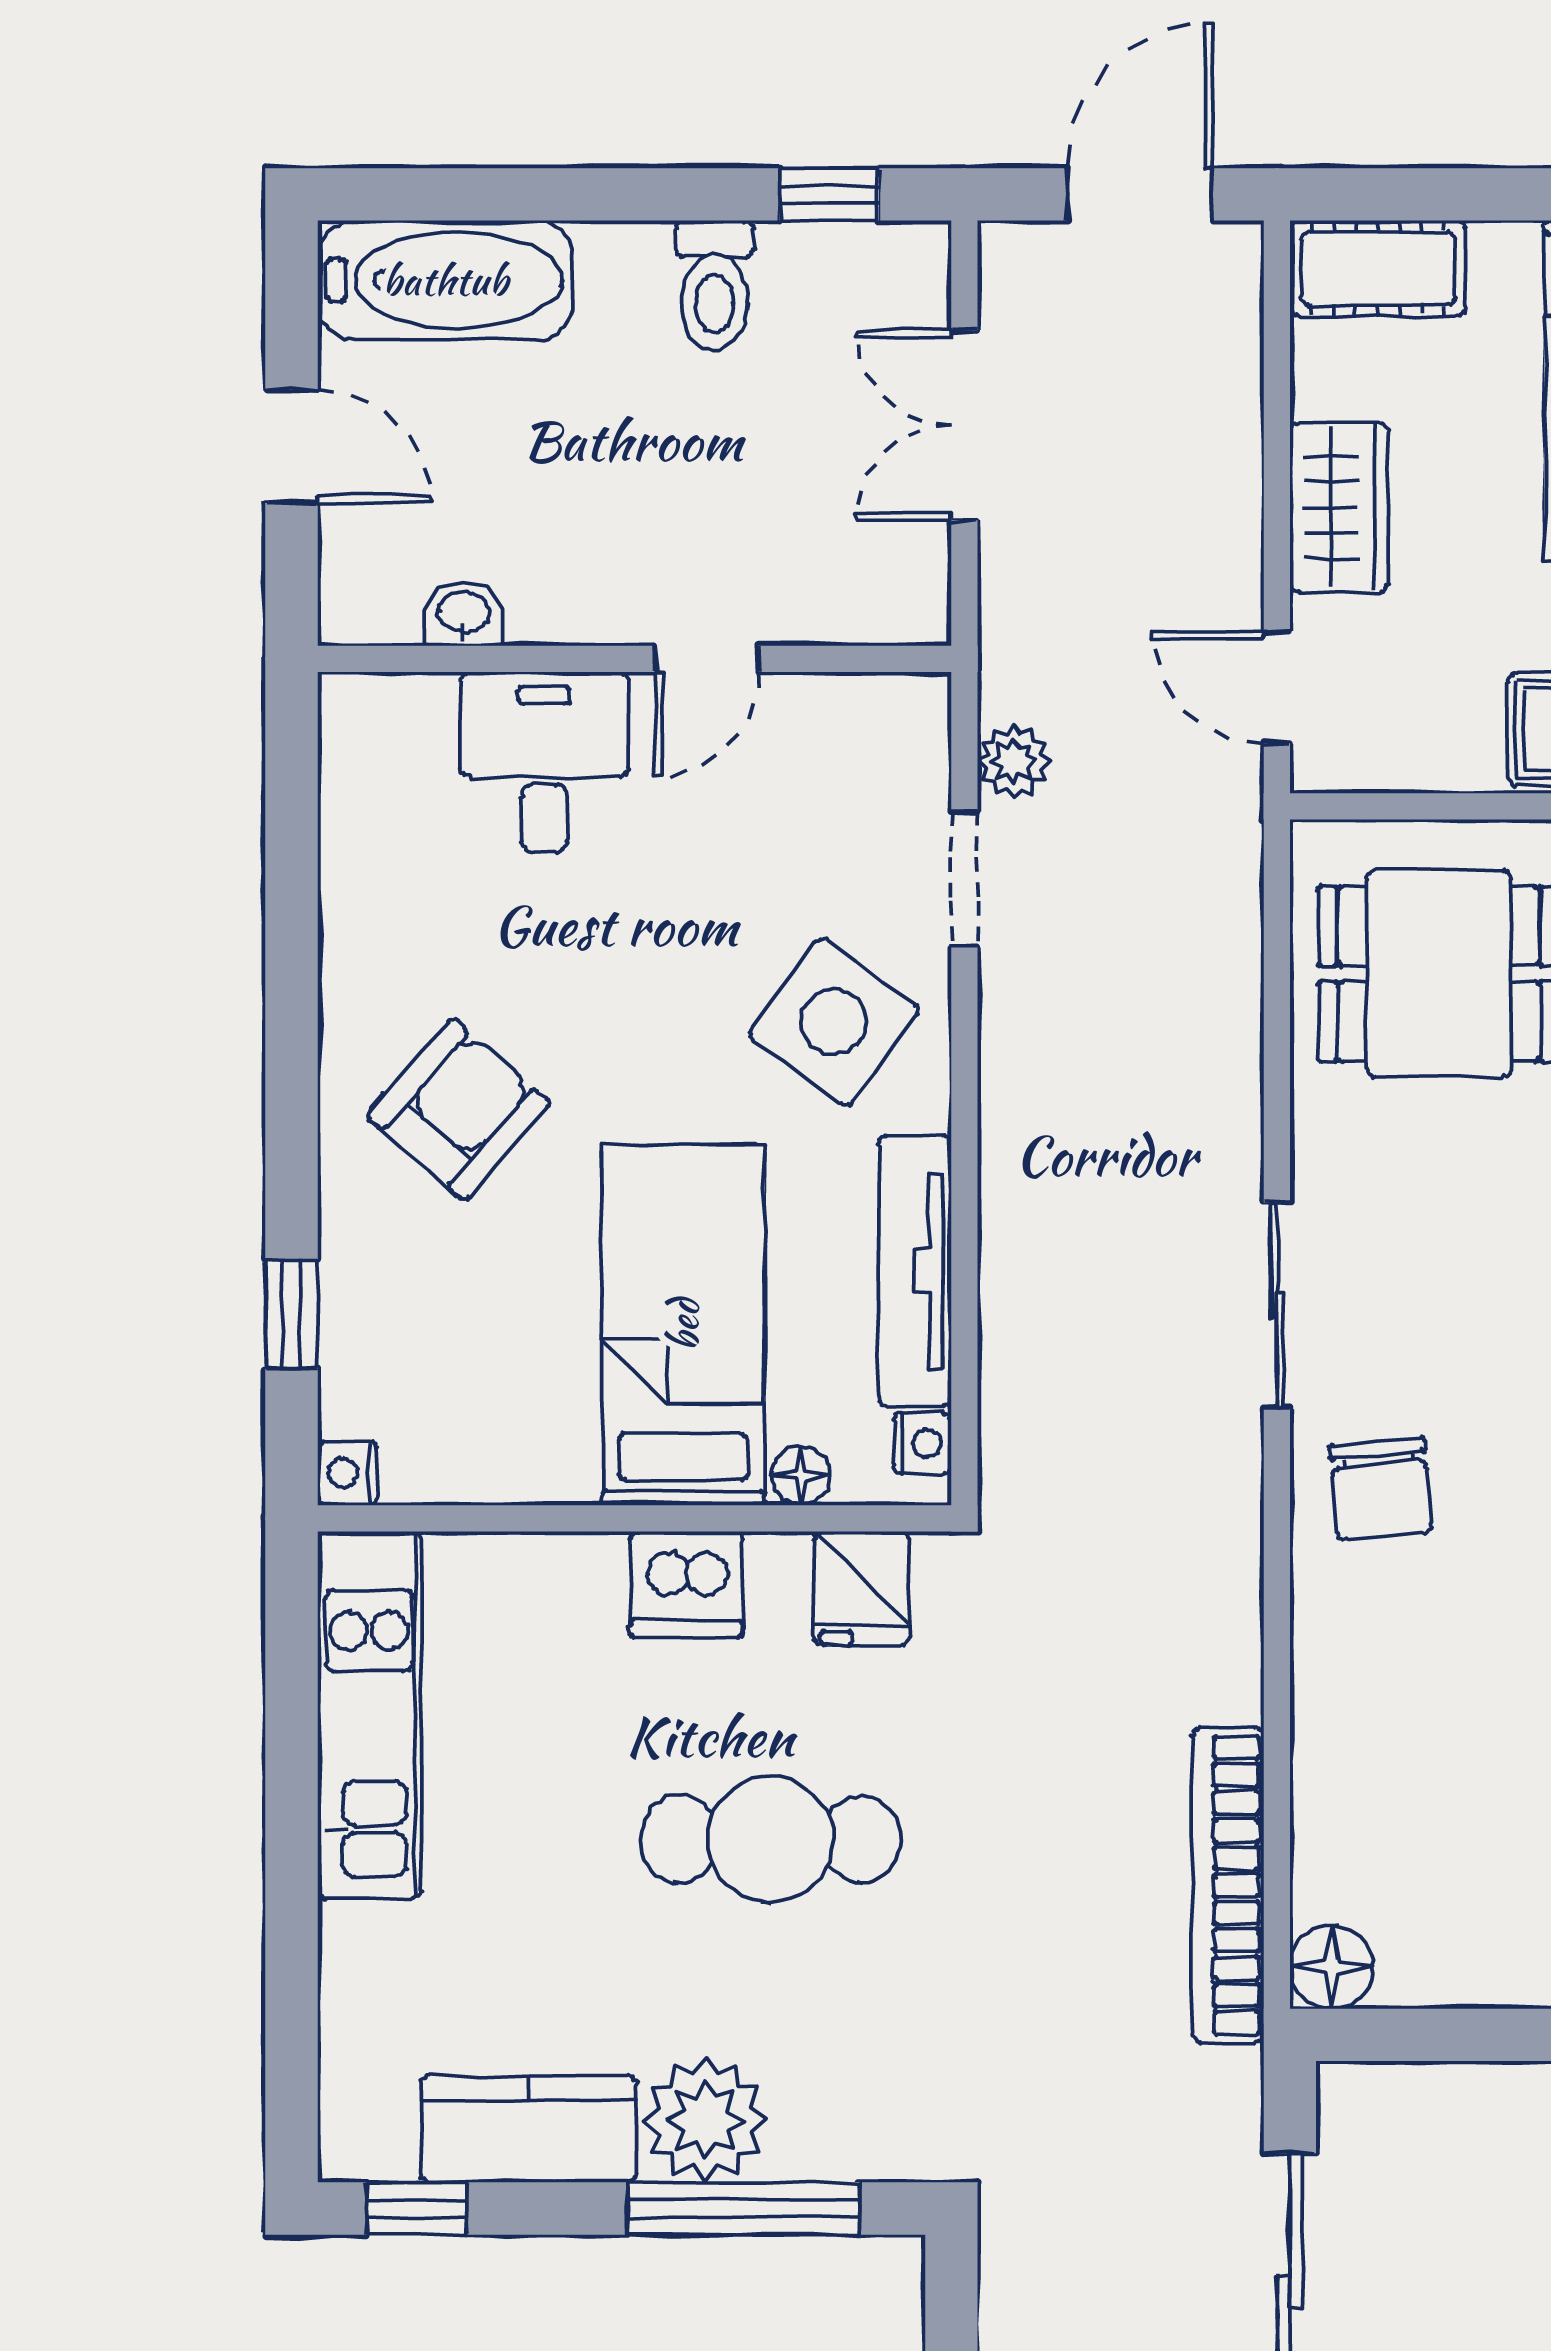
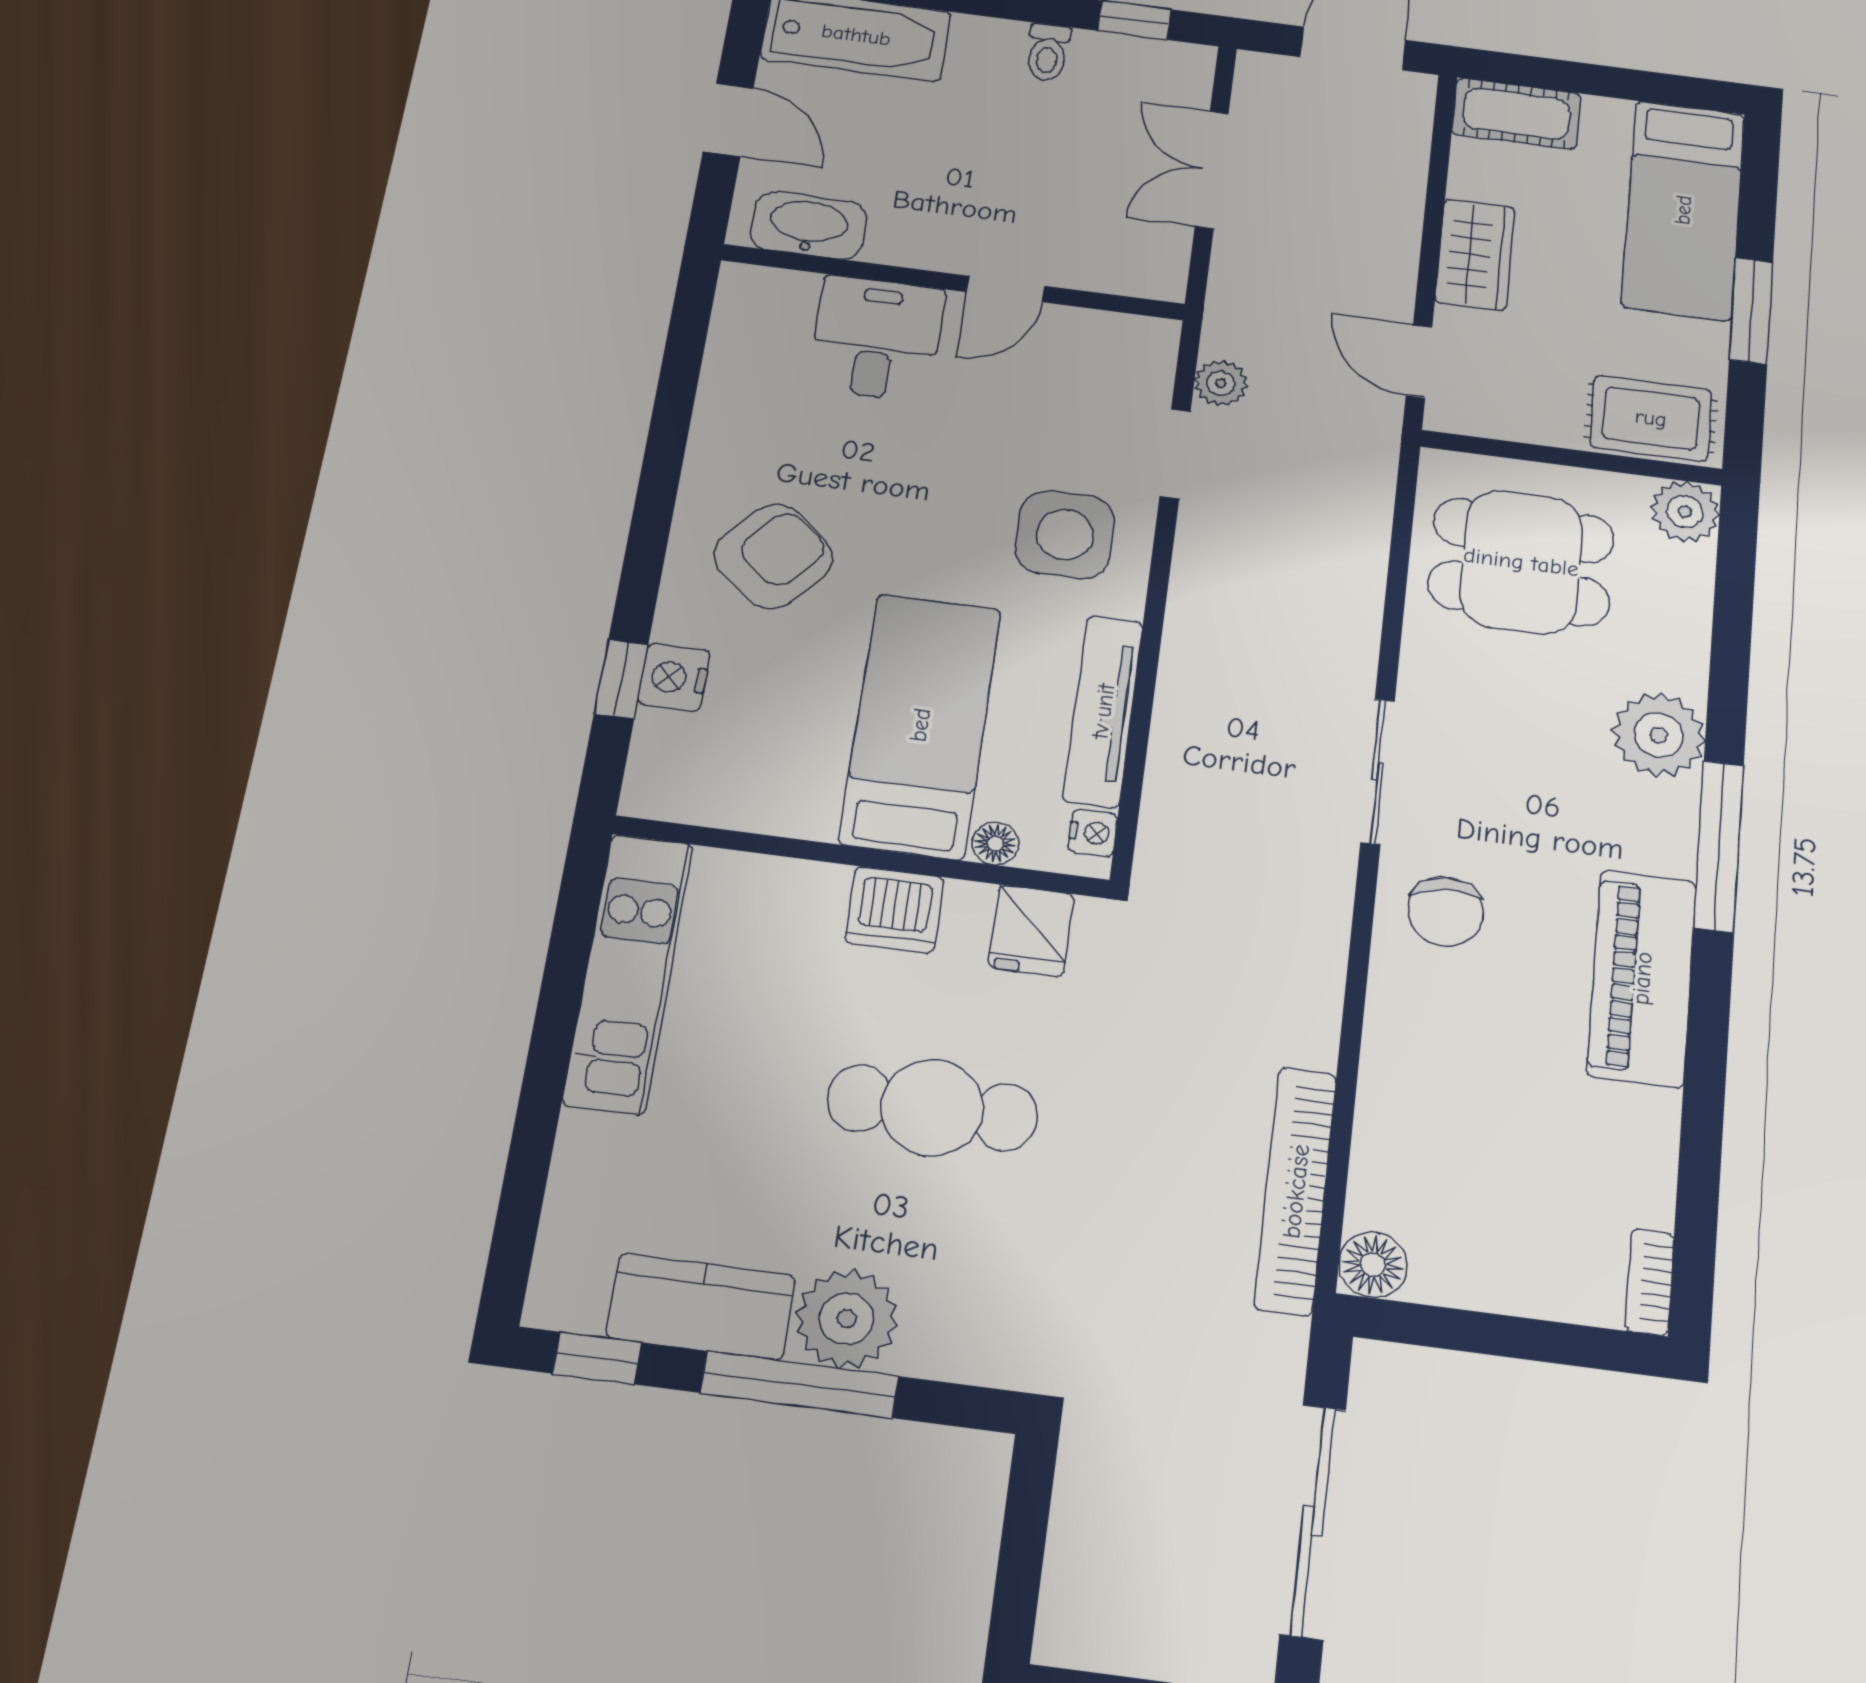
toilet: (715, 285) -> (1048, 52), width x0.73, depth x0.72
washbasin: (463, 613) -> (808, 225), width x1.91, depth x1.45
side table: (834, 1022) -> (1065, 535), turned -36
nightstand: (348, 1473) -> (674, 677), moved, width x1.39, depth x1.35
window: (743, 2208) -> (799, 1385), moved

